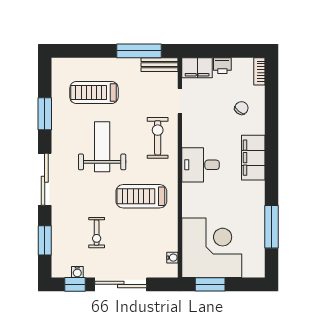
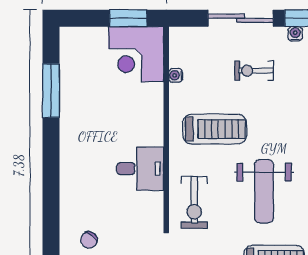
filing cabinet: (253, 158) -> (74, 178), removed
exercise bike: (97, 233) -> (254, 71), moved, turned -90
corner desk: (212, 248) -> (136, 54), width x0.74, depth x0.74
water cooler: (172, 258) -> (176, 75), moved

